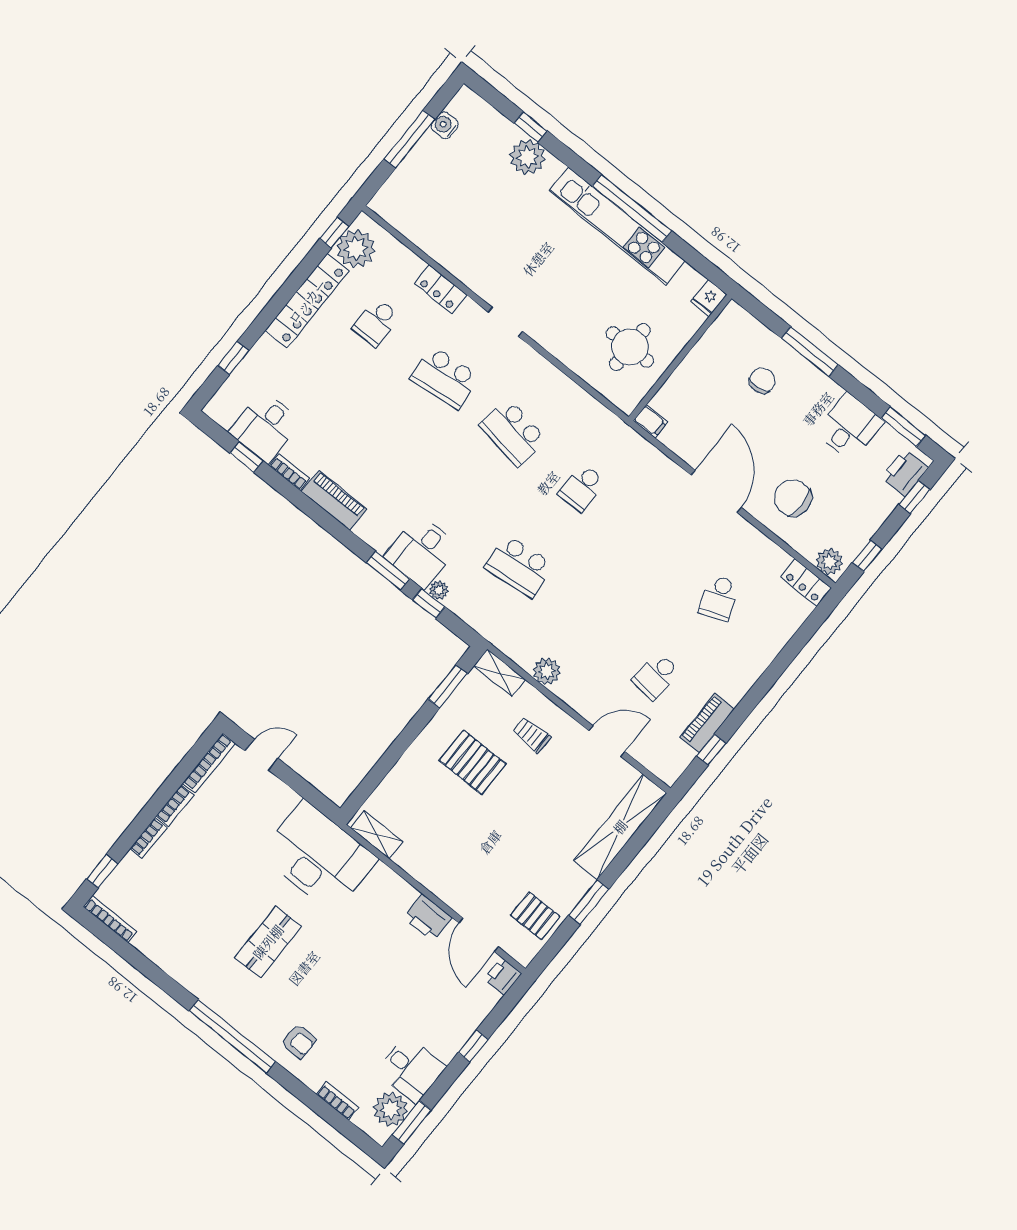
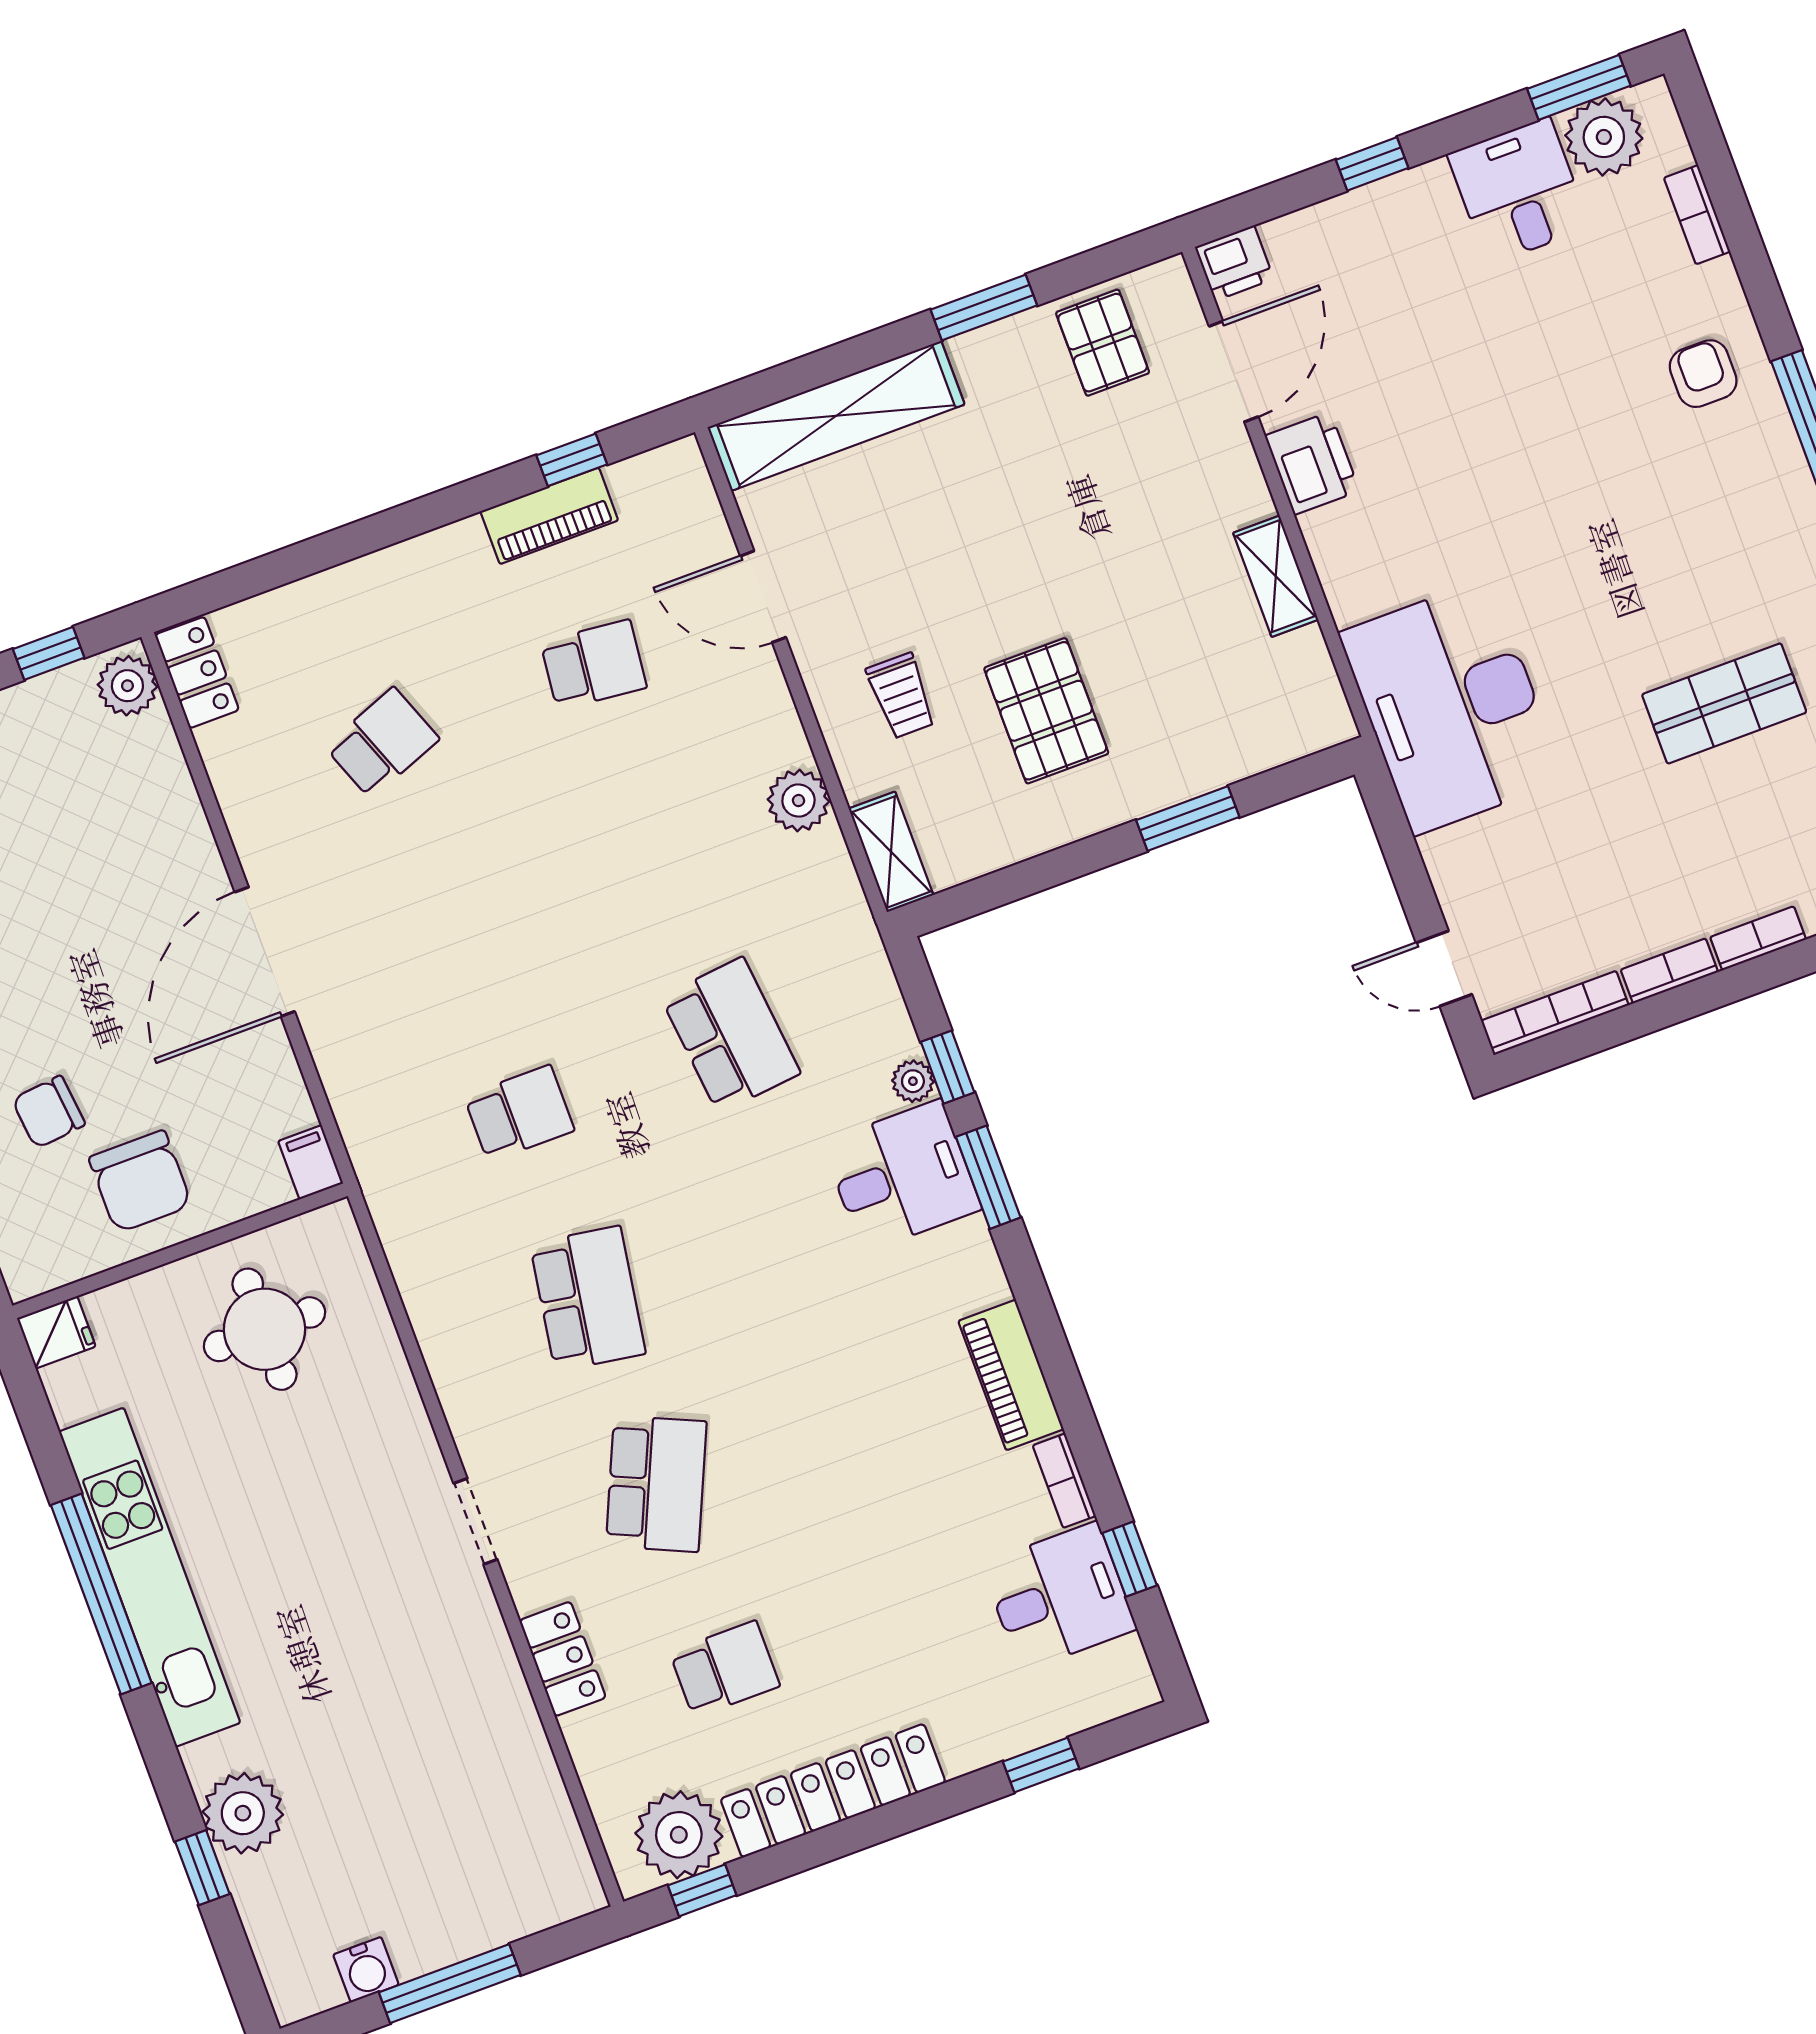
school desk: (445, 378) -> (656, 1484), turned 30
chair: (793, 498) -> (140, 1181), moved
window: (448, 686) -> (1188, 819), moved
shelving: (376, 835) -> (1276, 576), moved
shop shelf: (268, 942) -> (1724, 703), moved

